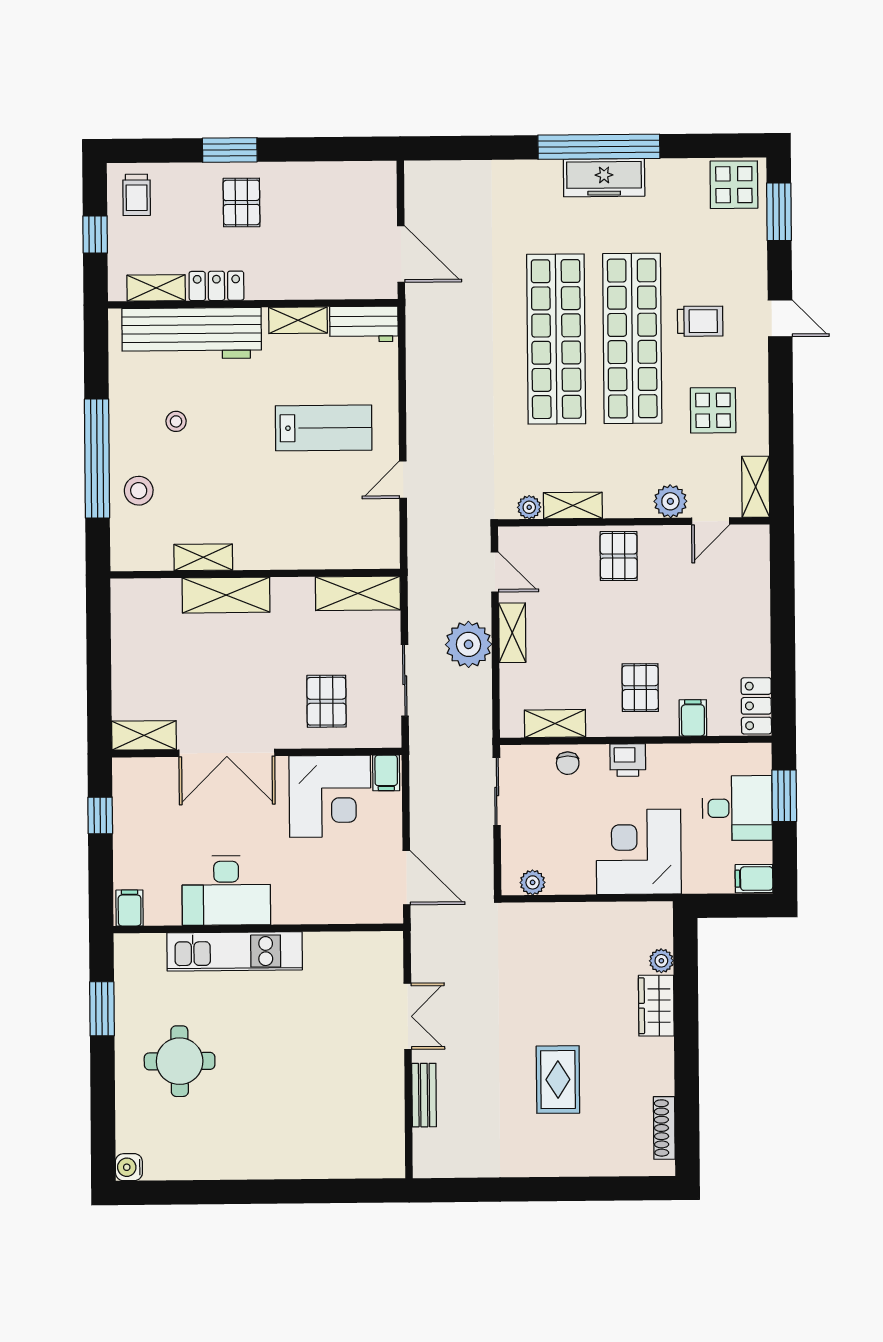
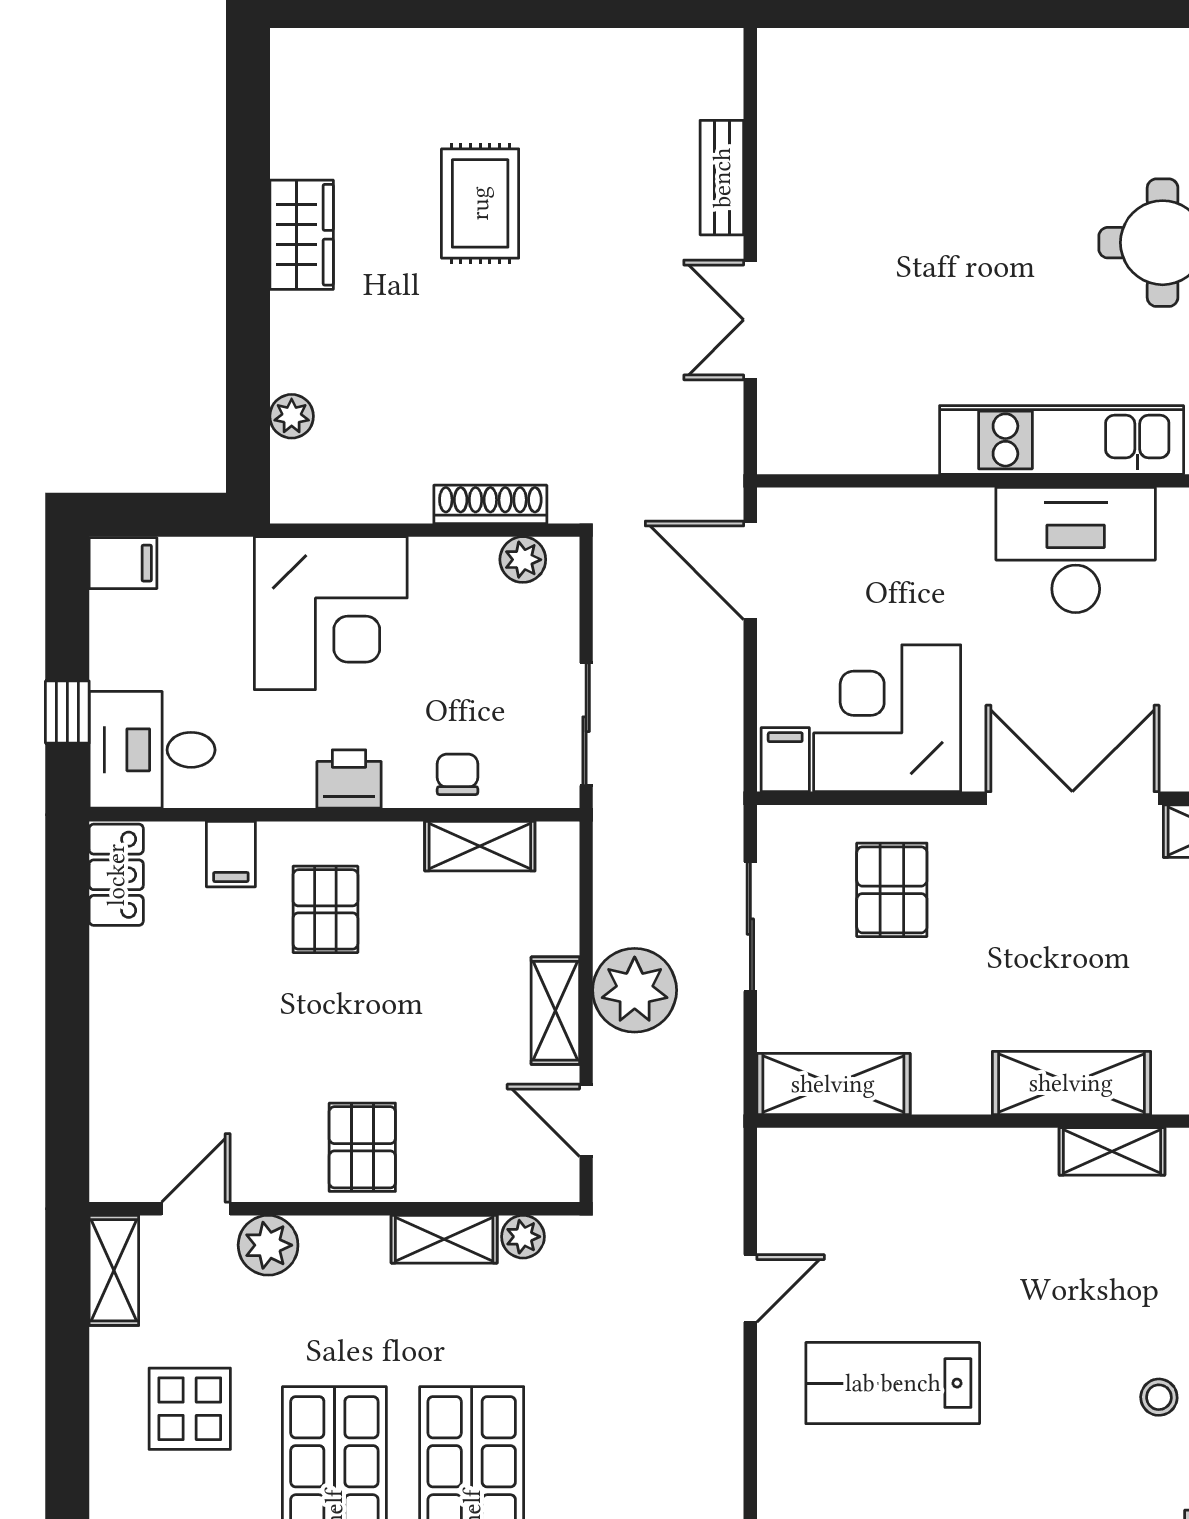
window: (784, 796) -> (67, 712), width x0.67
desk: (737, 808) -> (152, 750), moved
wardrobe: (656, 1006) -> (302, 235), moved
shoe rack: (664, 1128) -> (490, 504), moved, turned -90

